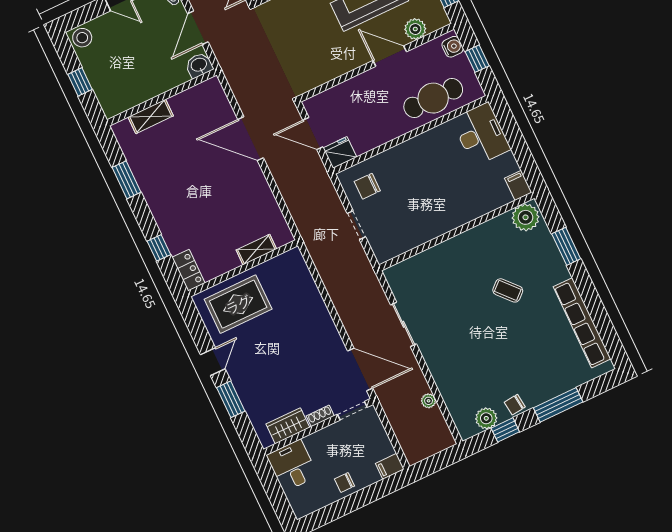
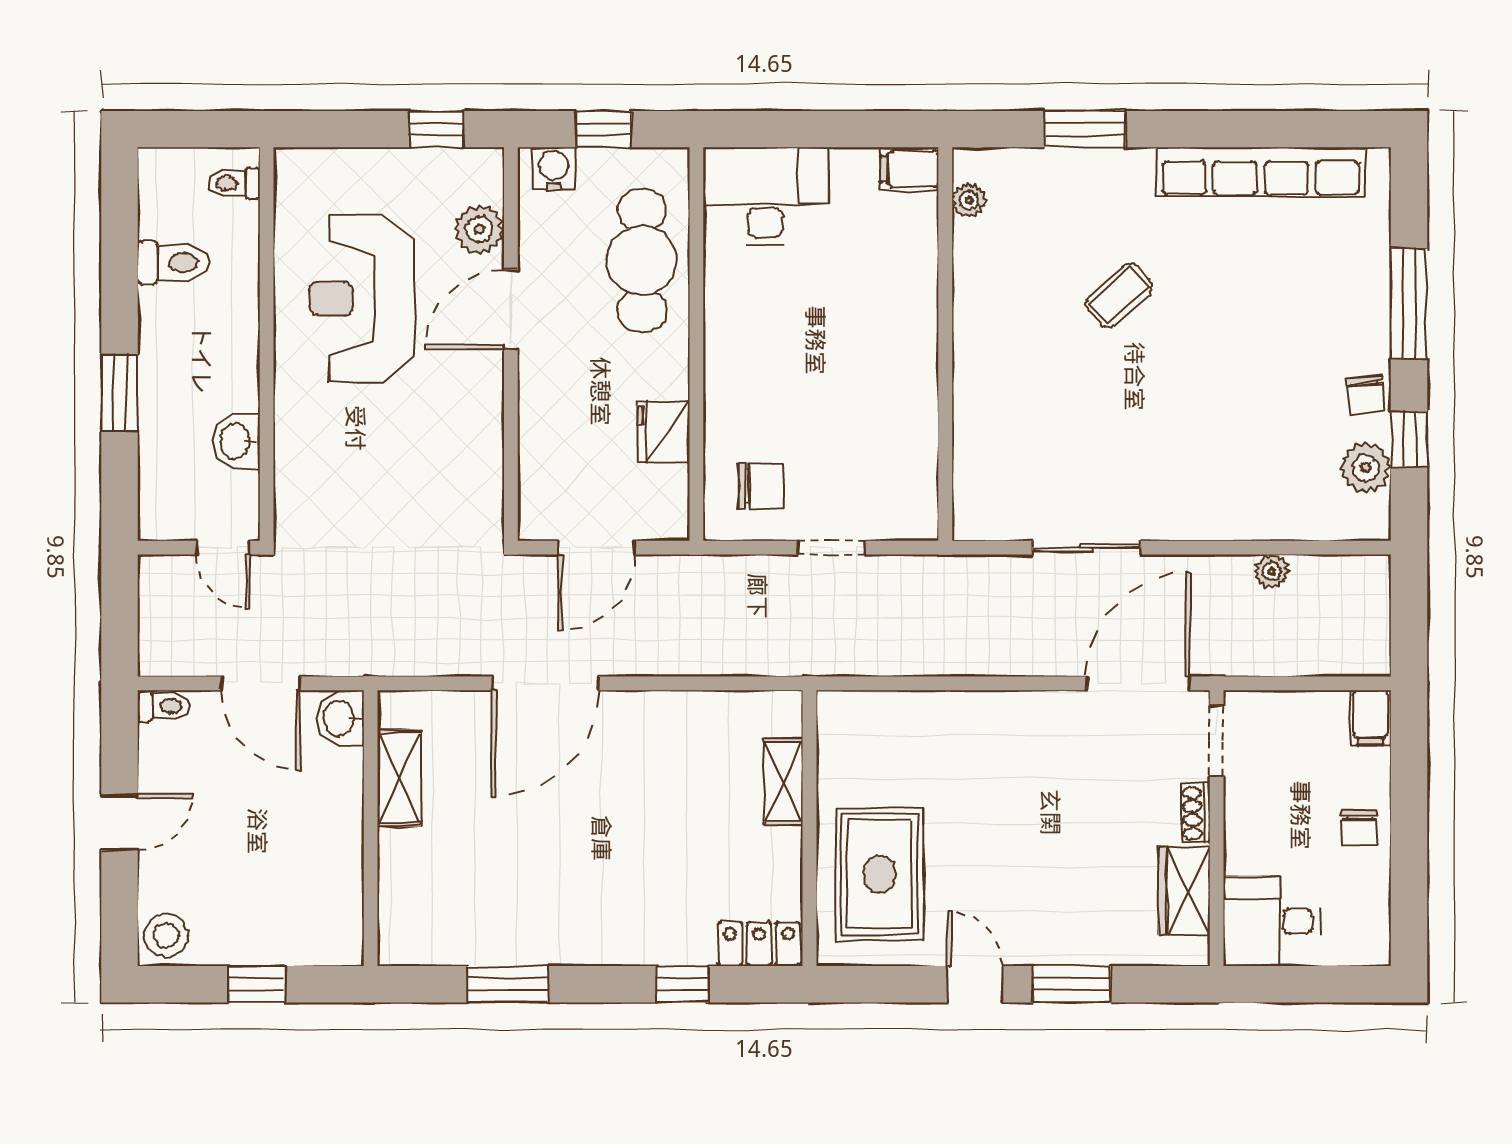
shelving: (151, 116) -> (399, 778), moved
fridge: (340, 152) -> (663, 431), moved
chair: (367, 186) -> (761, 486), turned -90
plant: (526, 217) -> (969, 200), width x0.53, depth x0.53

